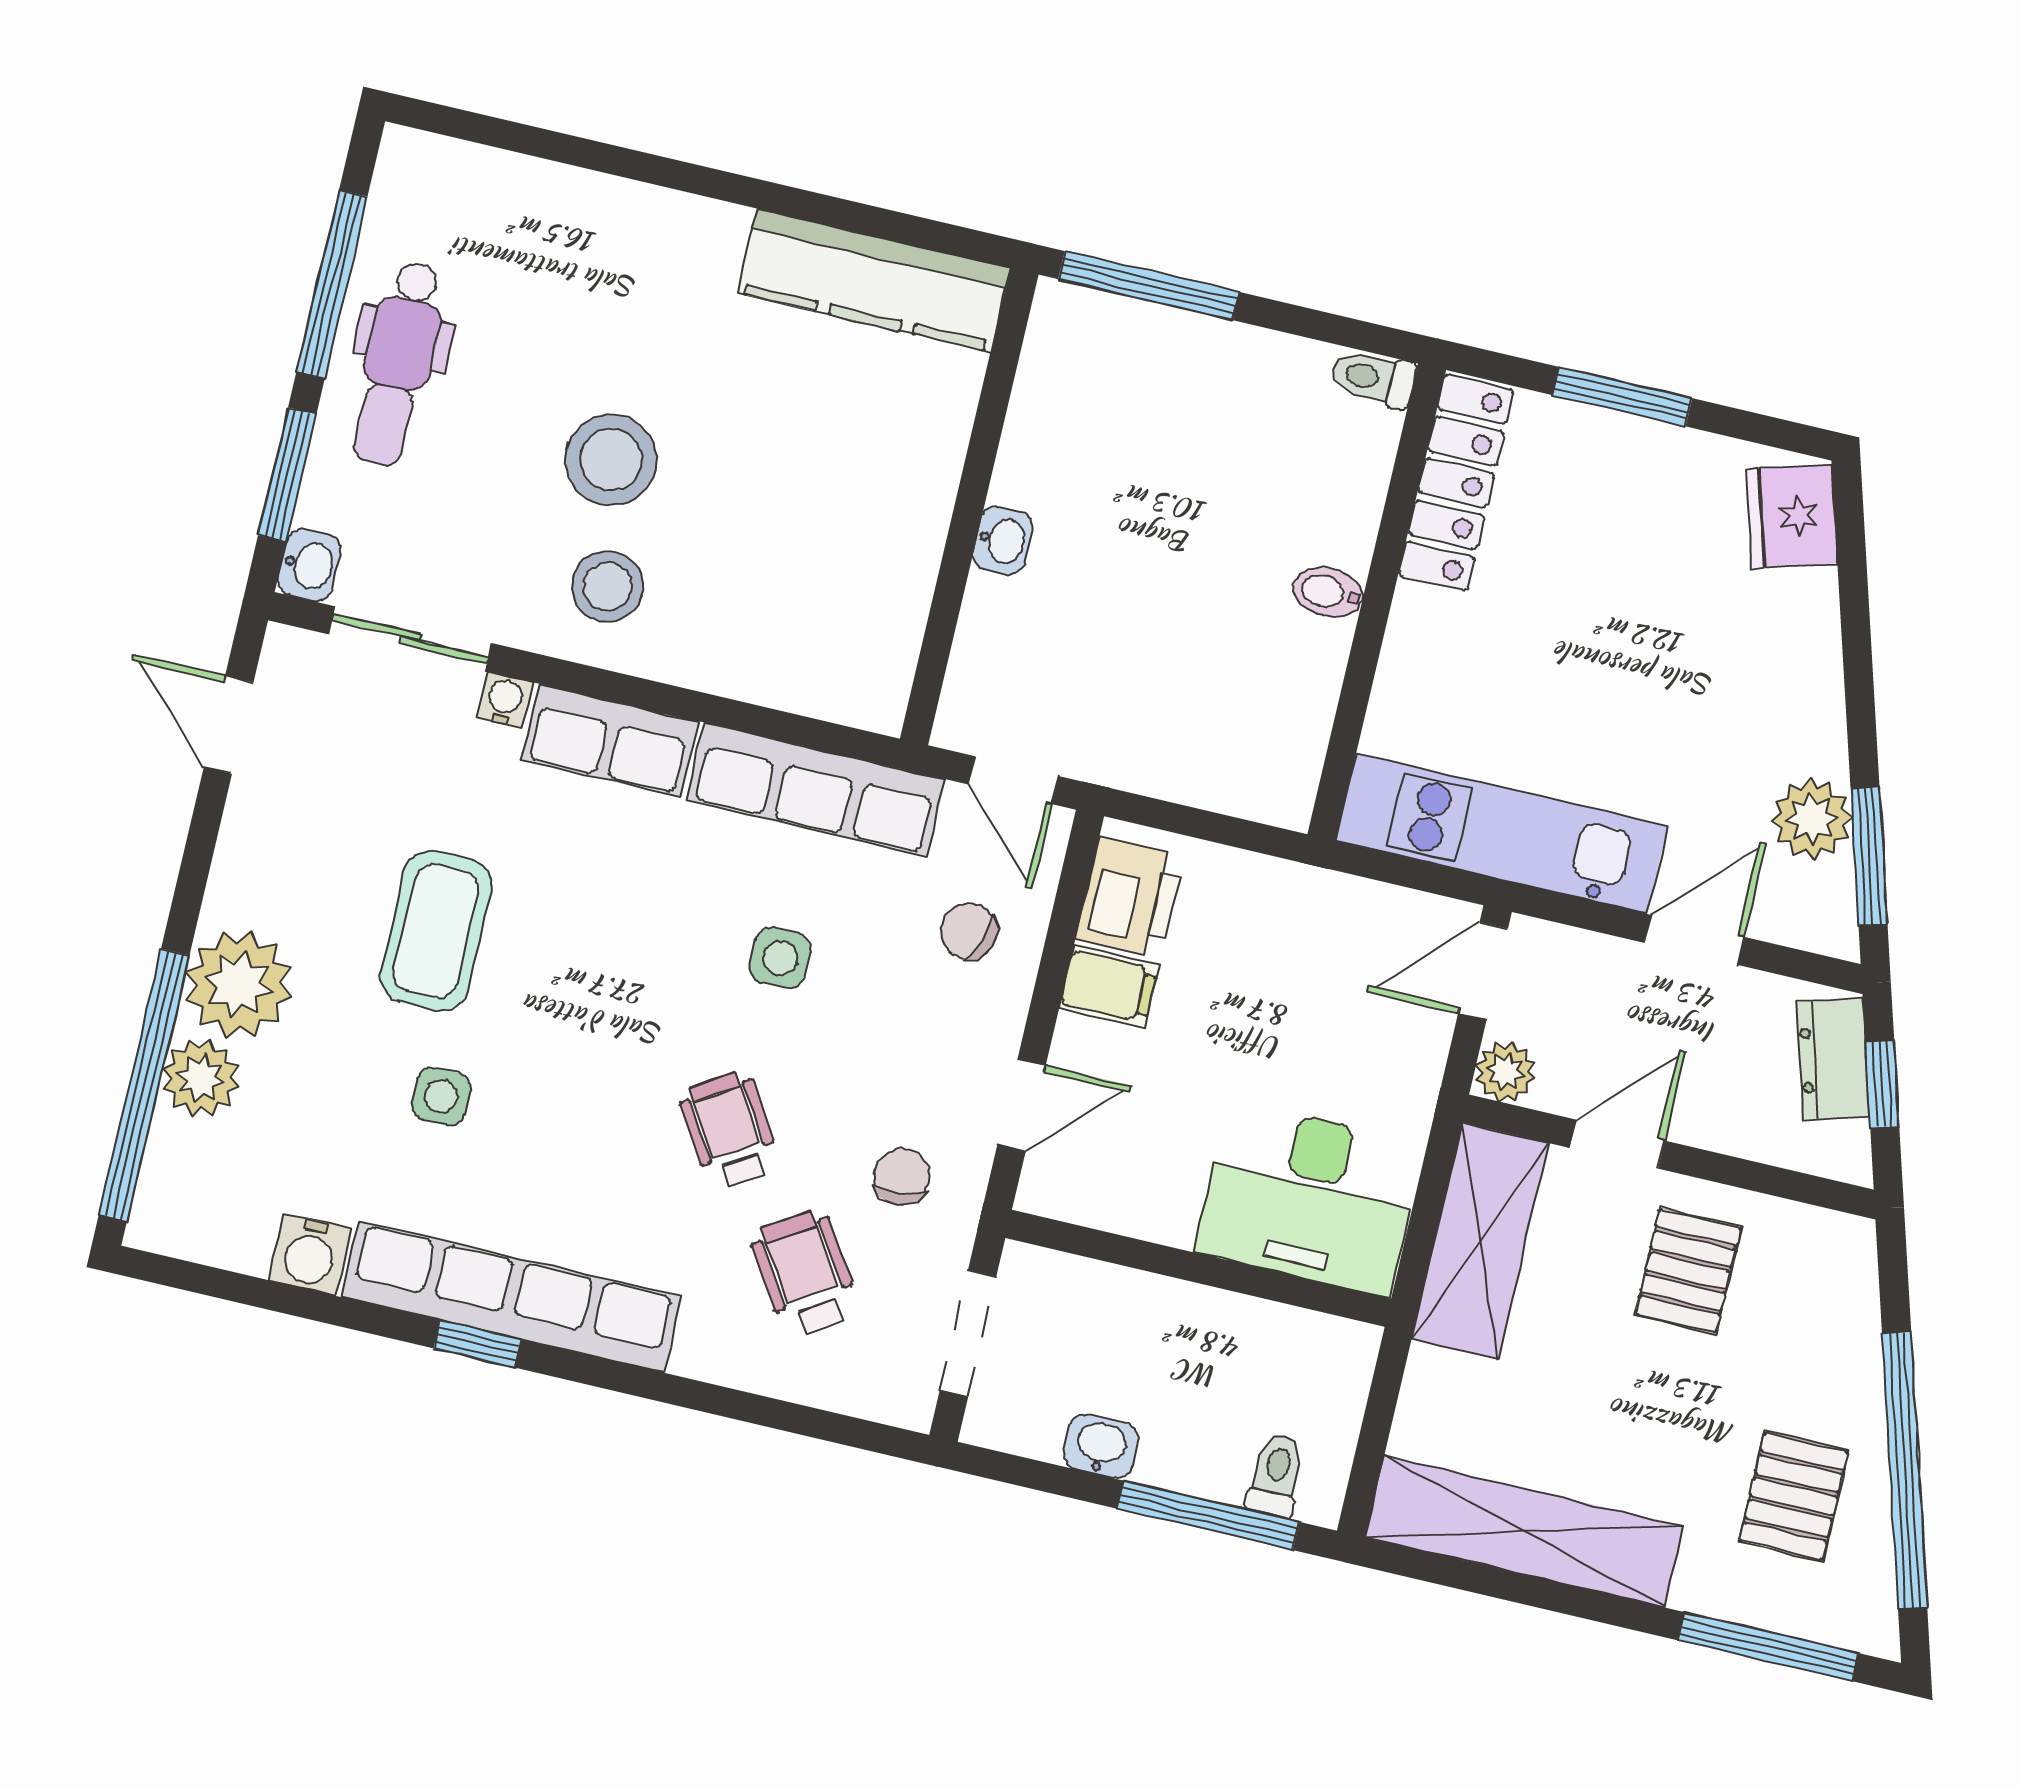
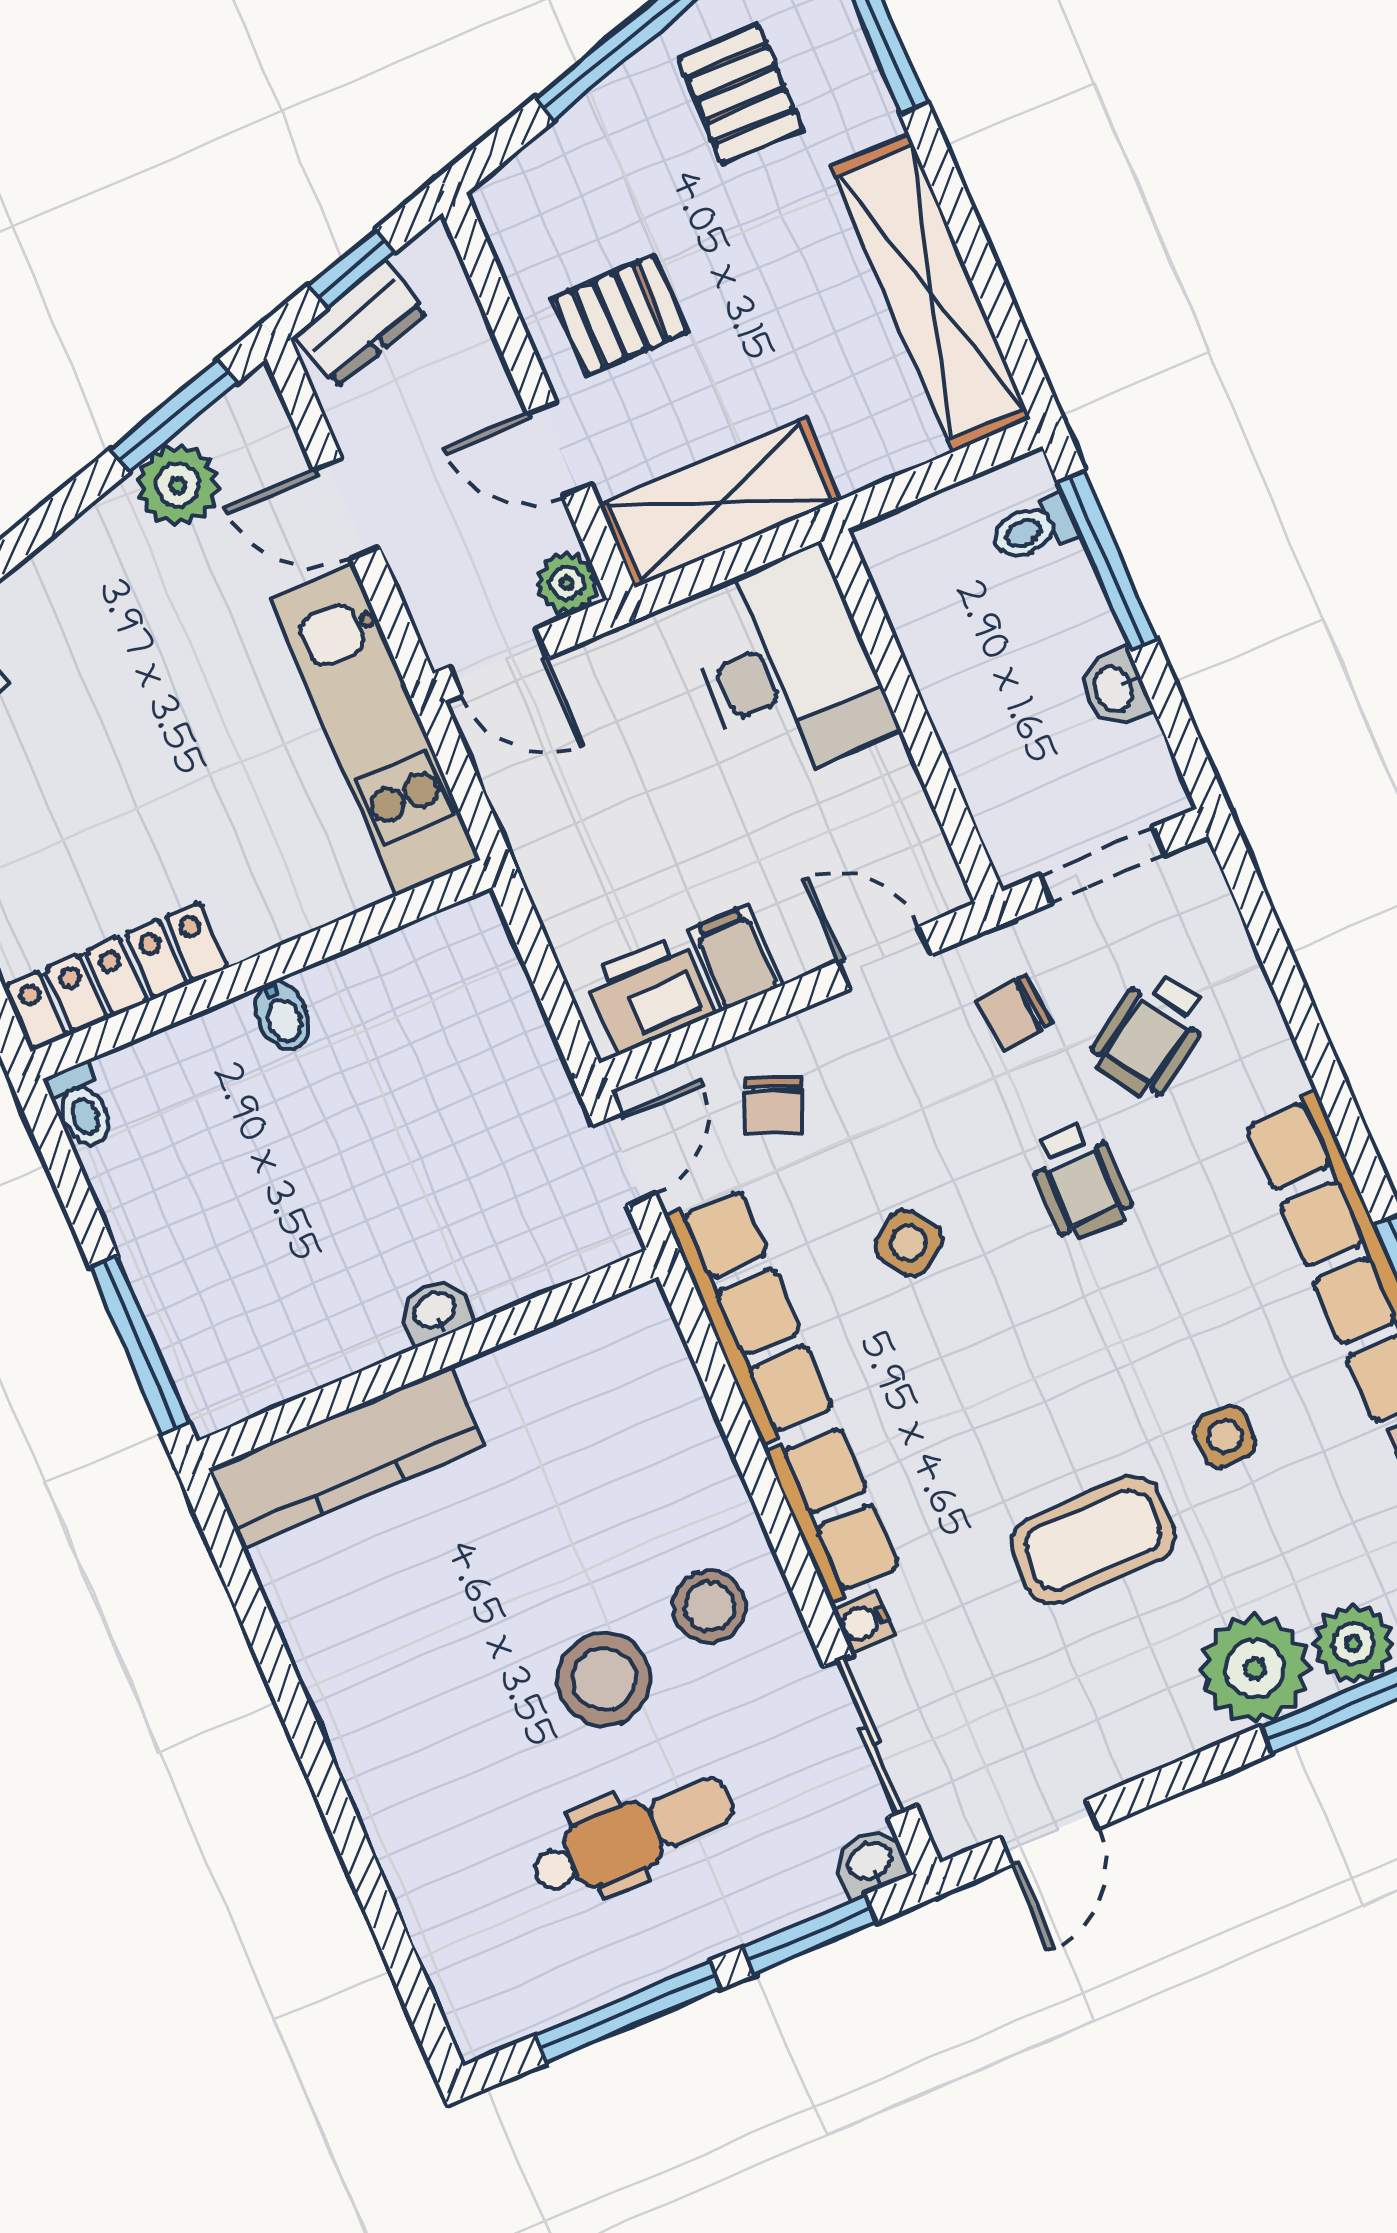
kitchen counter: (874, 280) -> (346, 1457), moved, turned 90
dental chair: (398, 363) -> (632, 1836), moved
side table: (780, 958) -> (909, 1243), turned -34
wheelchair: (730, 1130) -> (1080, 1181), turned -58
pallet: (1794, 1496) -> (741, 94), turned 90

